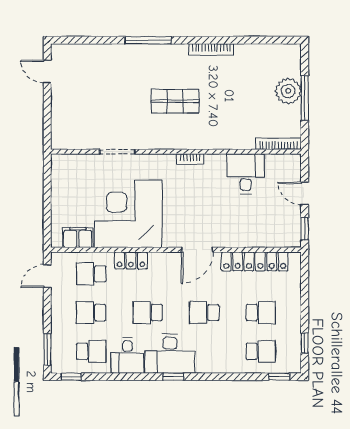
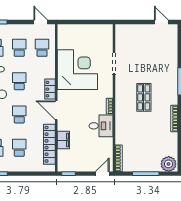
door: (47, 71) -> (161, 22), hinge flipped
plant: (288, 91) -> (169, 164), moved
desk: (246, 174) -> (101, 126), moved
door: (305, 193) -> (102, 174), moved
filing cabinet: (78, 238) -> (63, 140), moved
locker: (131, 260) -> (50, 89), moved
school desk: (261, 313) -> (19, 148), turned 180

